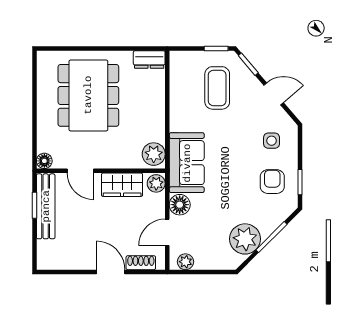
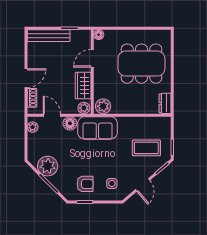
bench: (46, 206) -> (49, 36), moved

